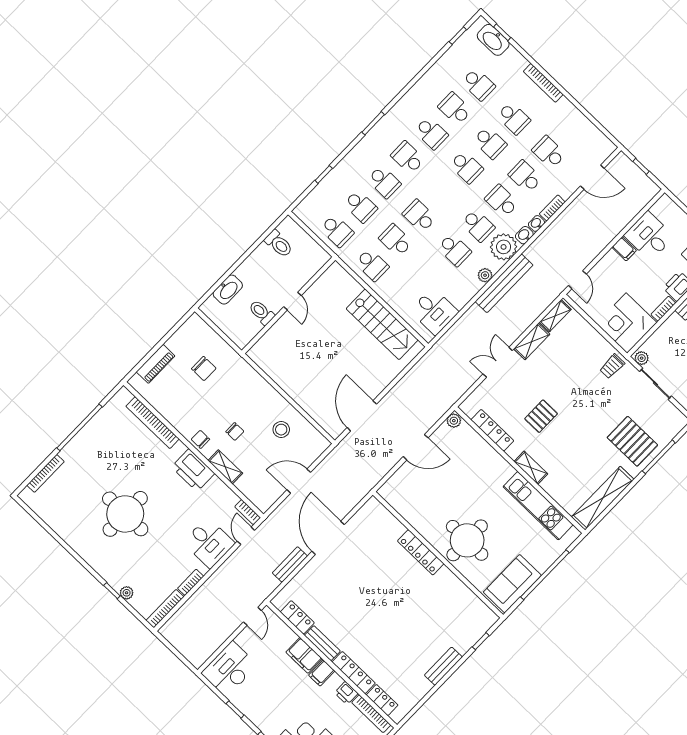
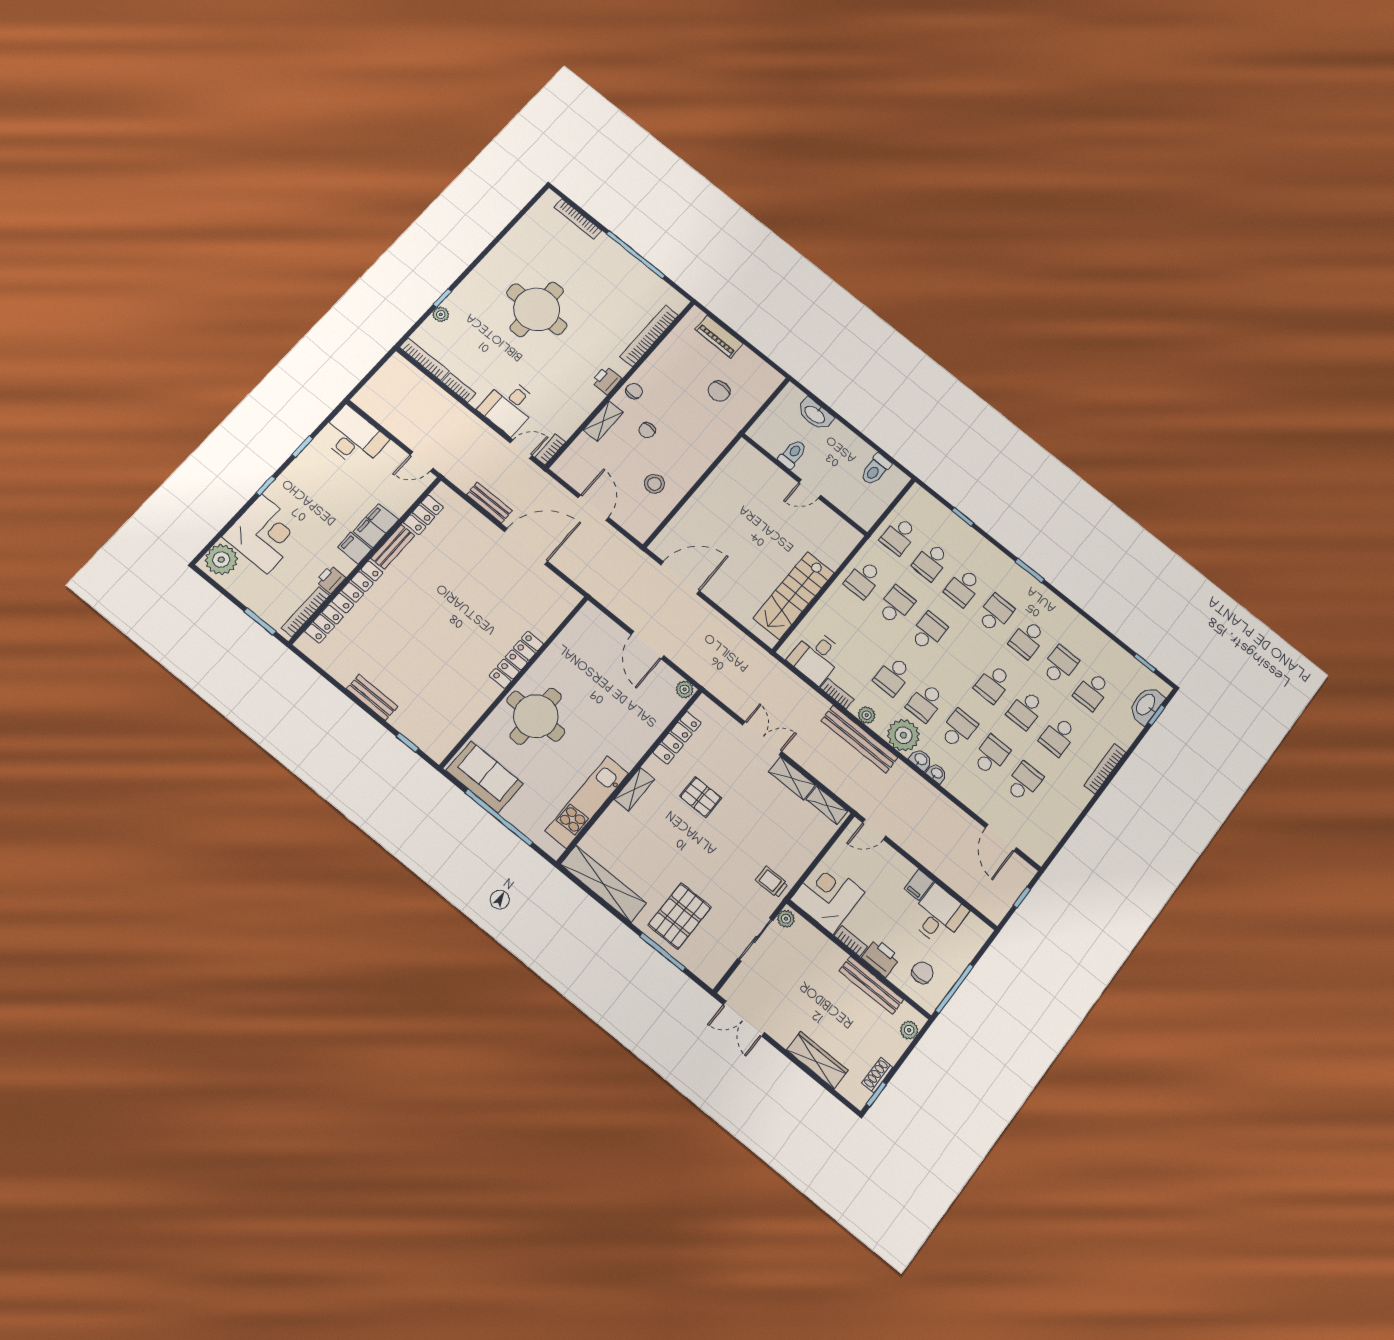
bookcase: (552, 208) -> (837, 694), moved
printer: (193, 470) -> (607, 380), width x0.53, depth x0.68

